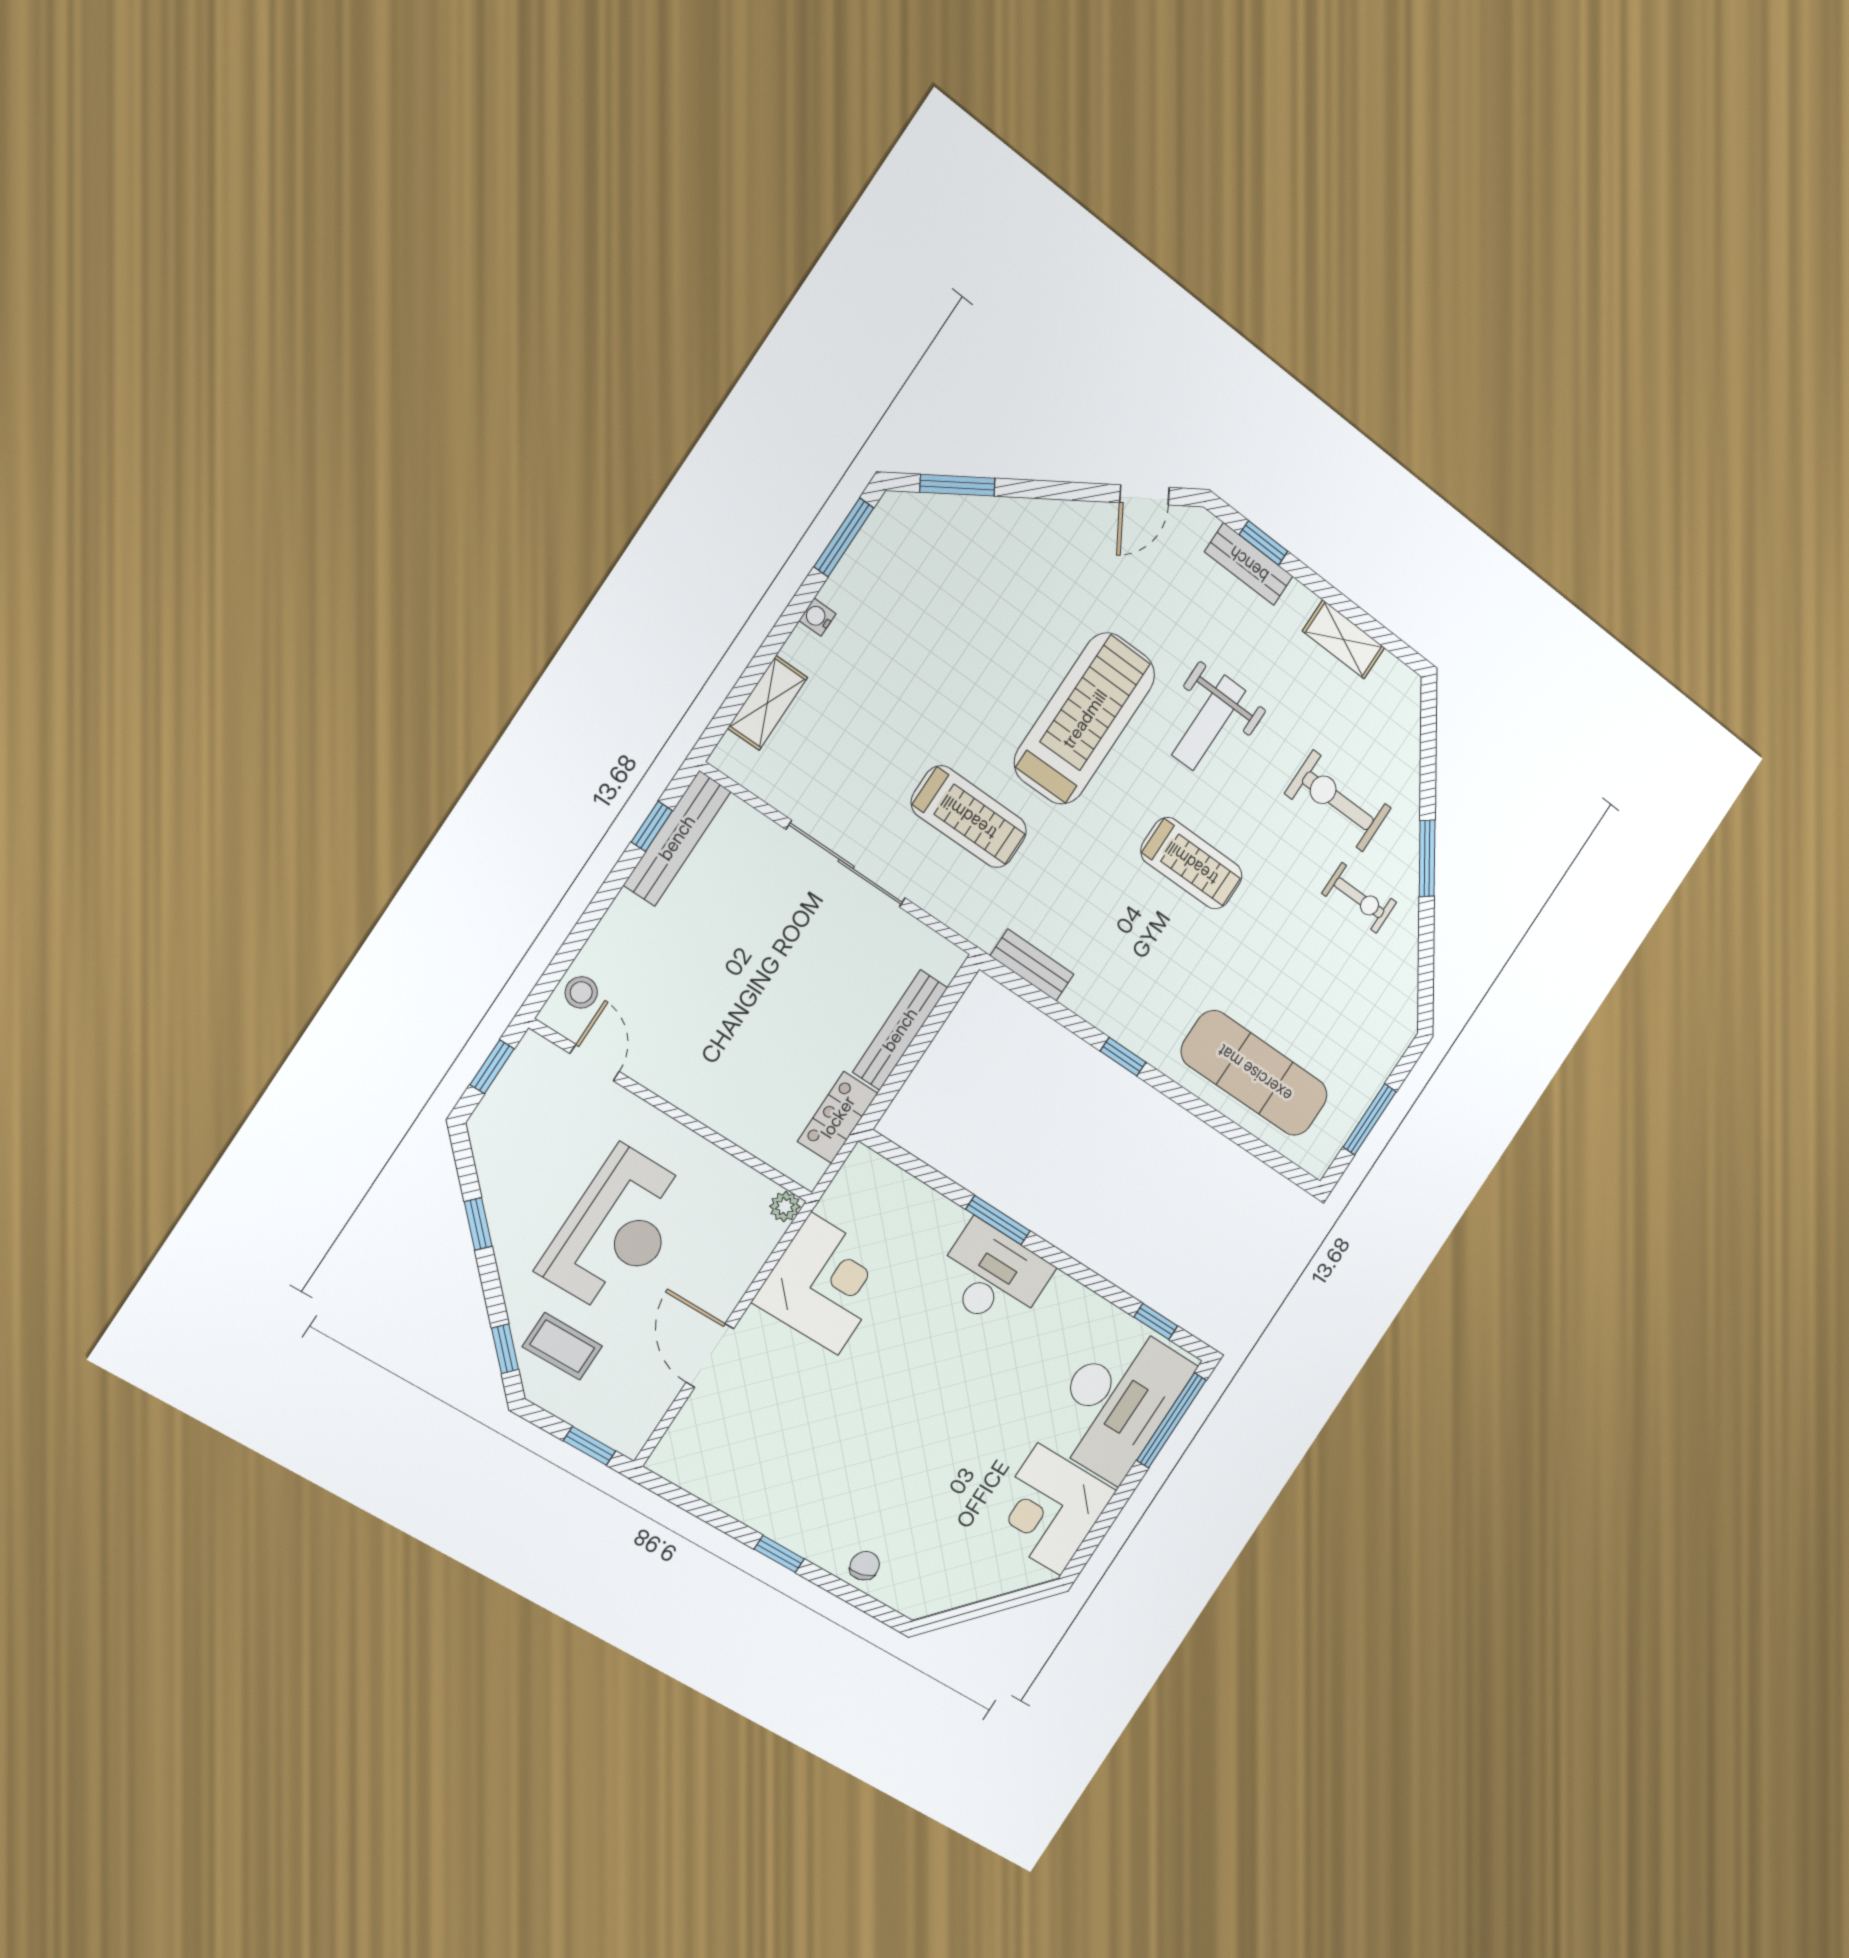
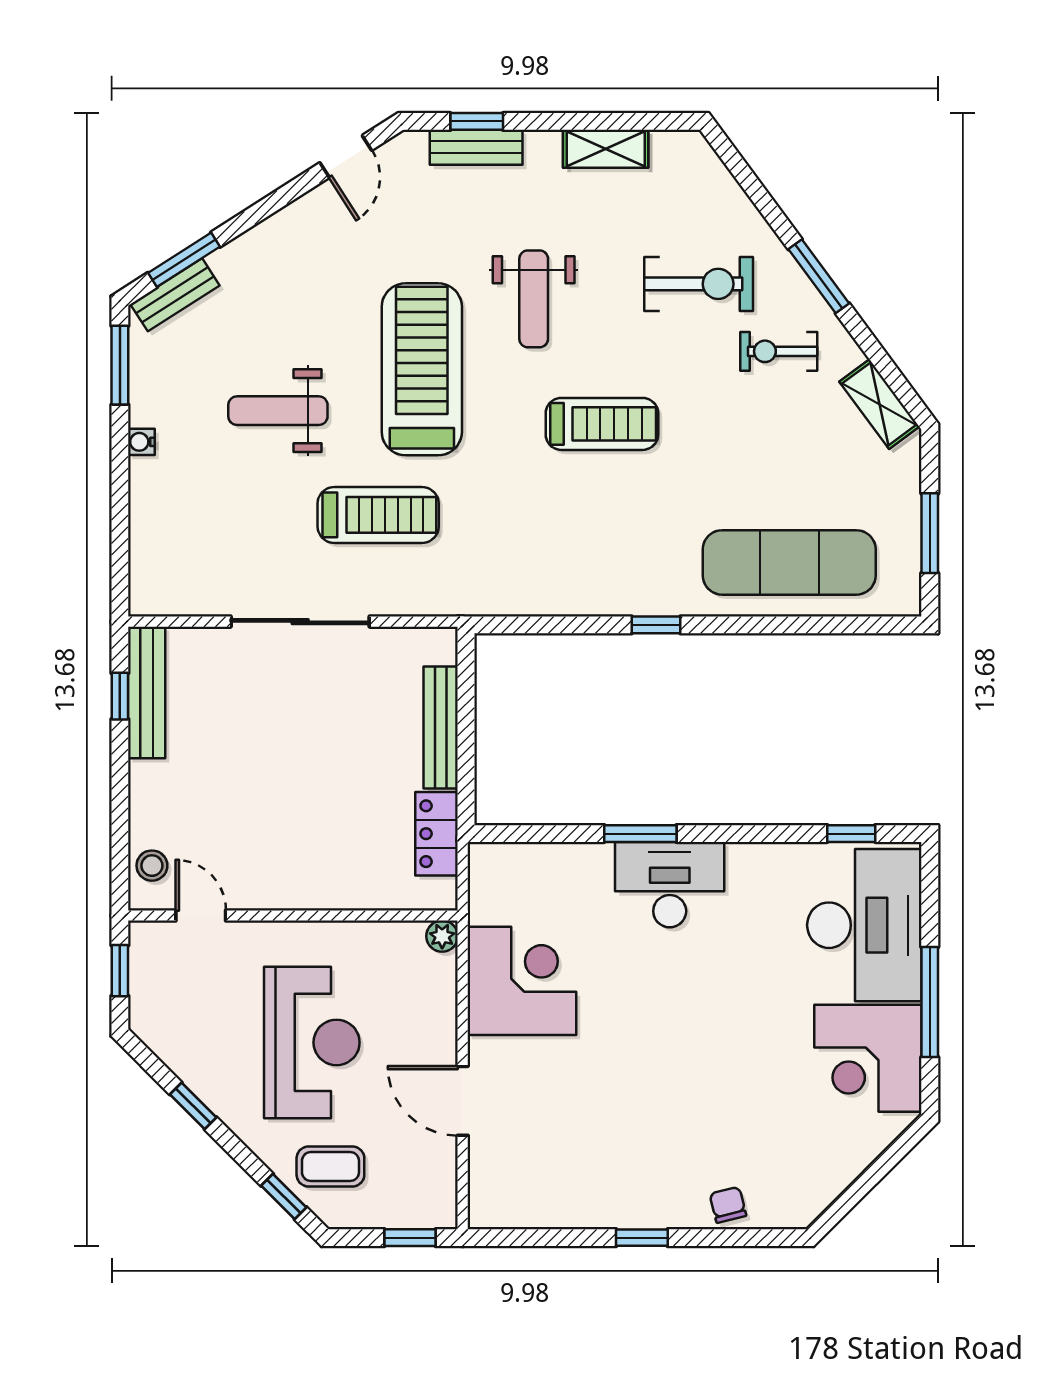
weight bench: (948, 671) -> (278, 411), added
shelving: (768, 703) -> (879, 404), moved, turned -36
exercise bike: (1338, 801) -> (699, 284), turned 180
exercise bike: (1359, 898) -> (779, 351), turned 180
bench: (1032, 965) -> (175, 295), moved, turned -33
window: (1171, 1420) -> (930, 1002), moved

